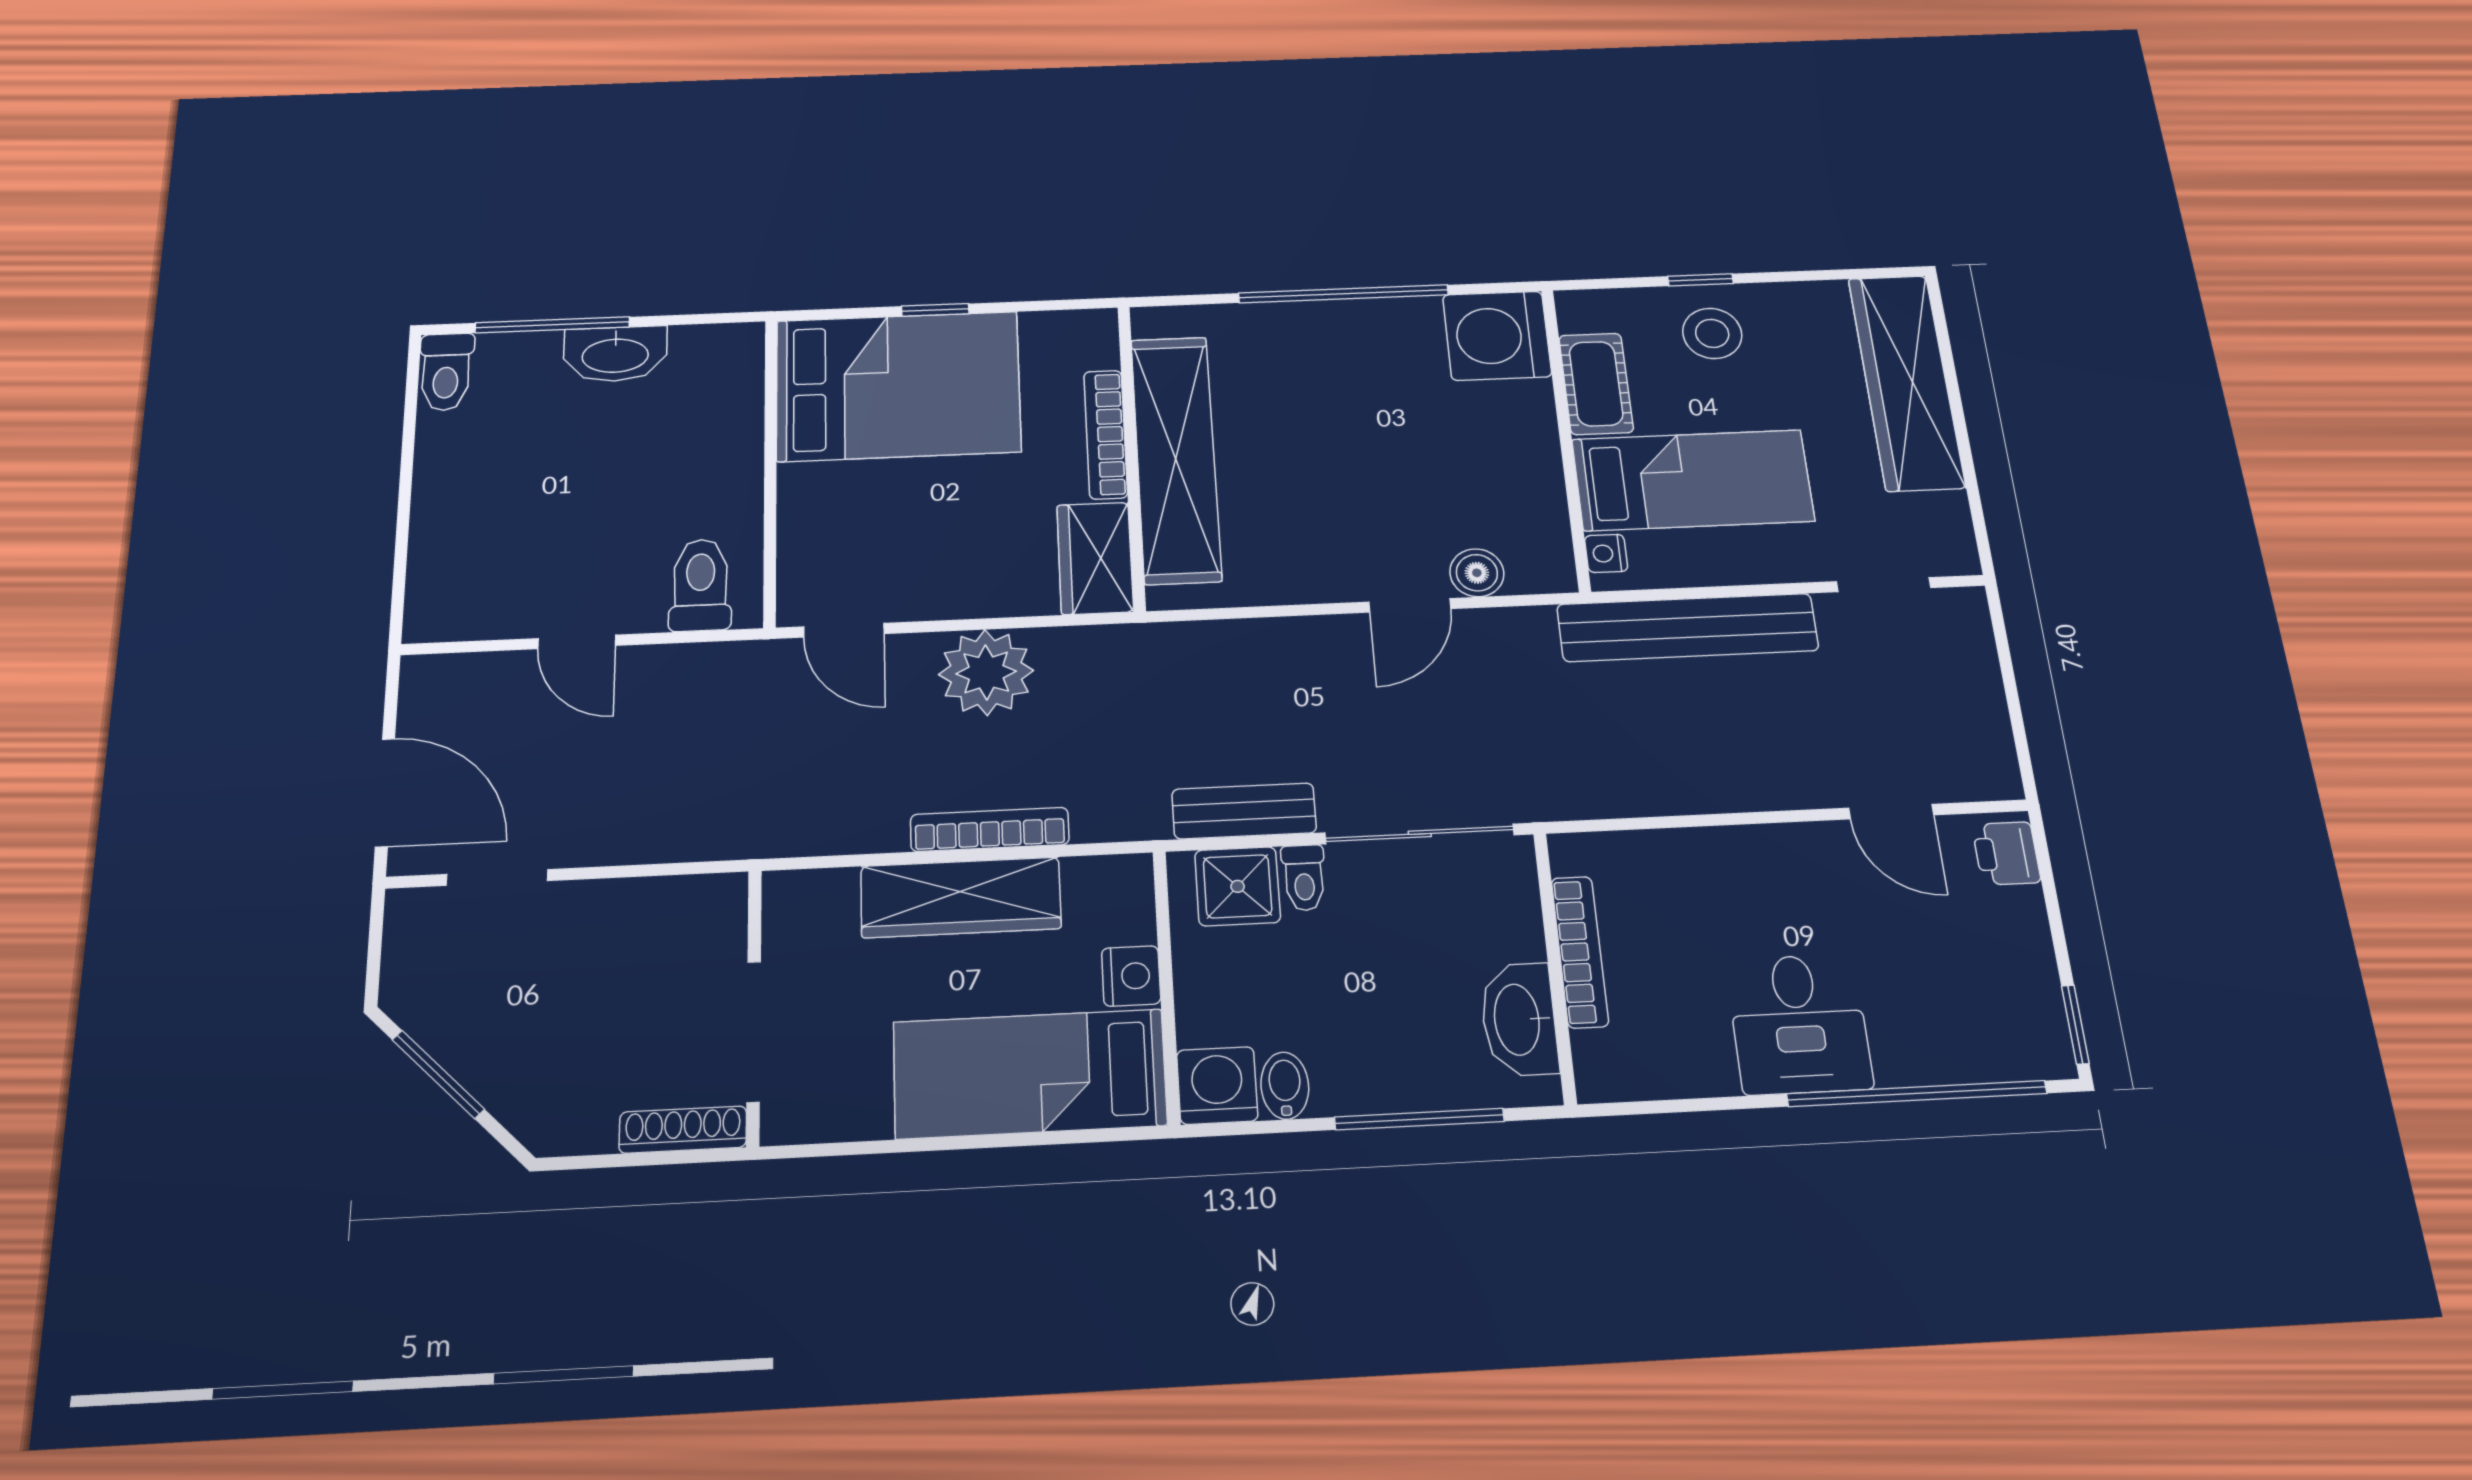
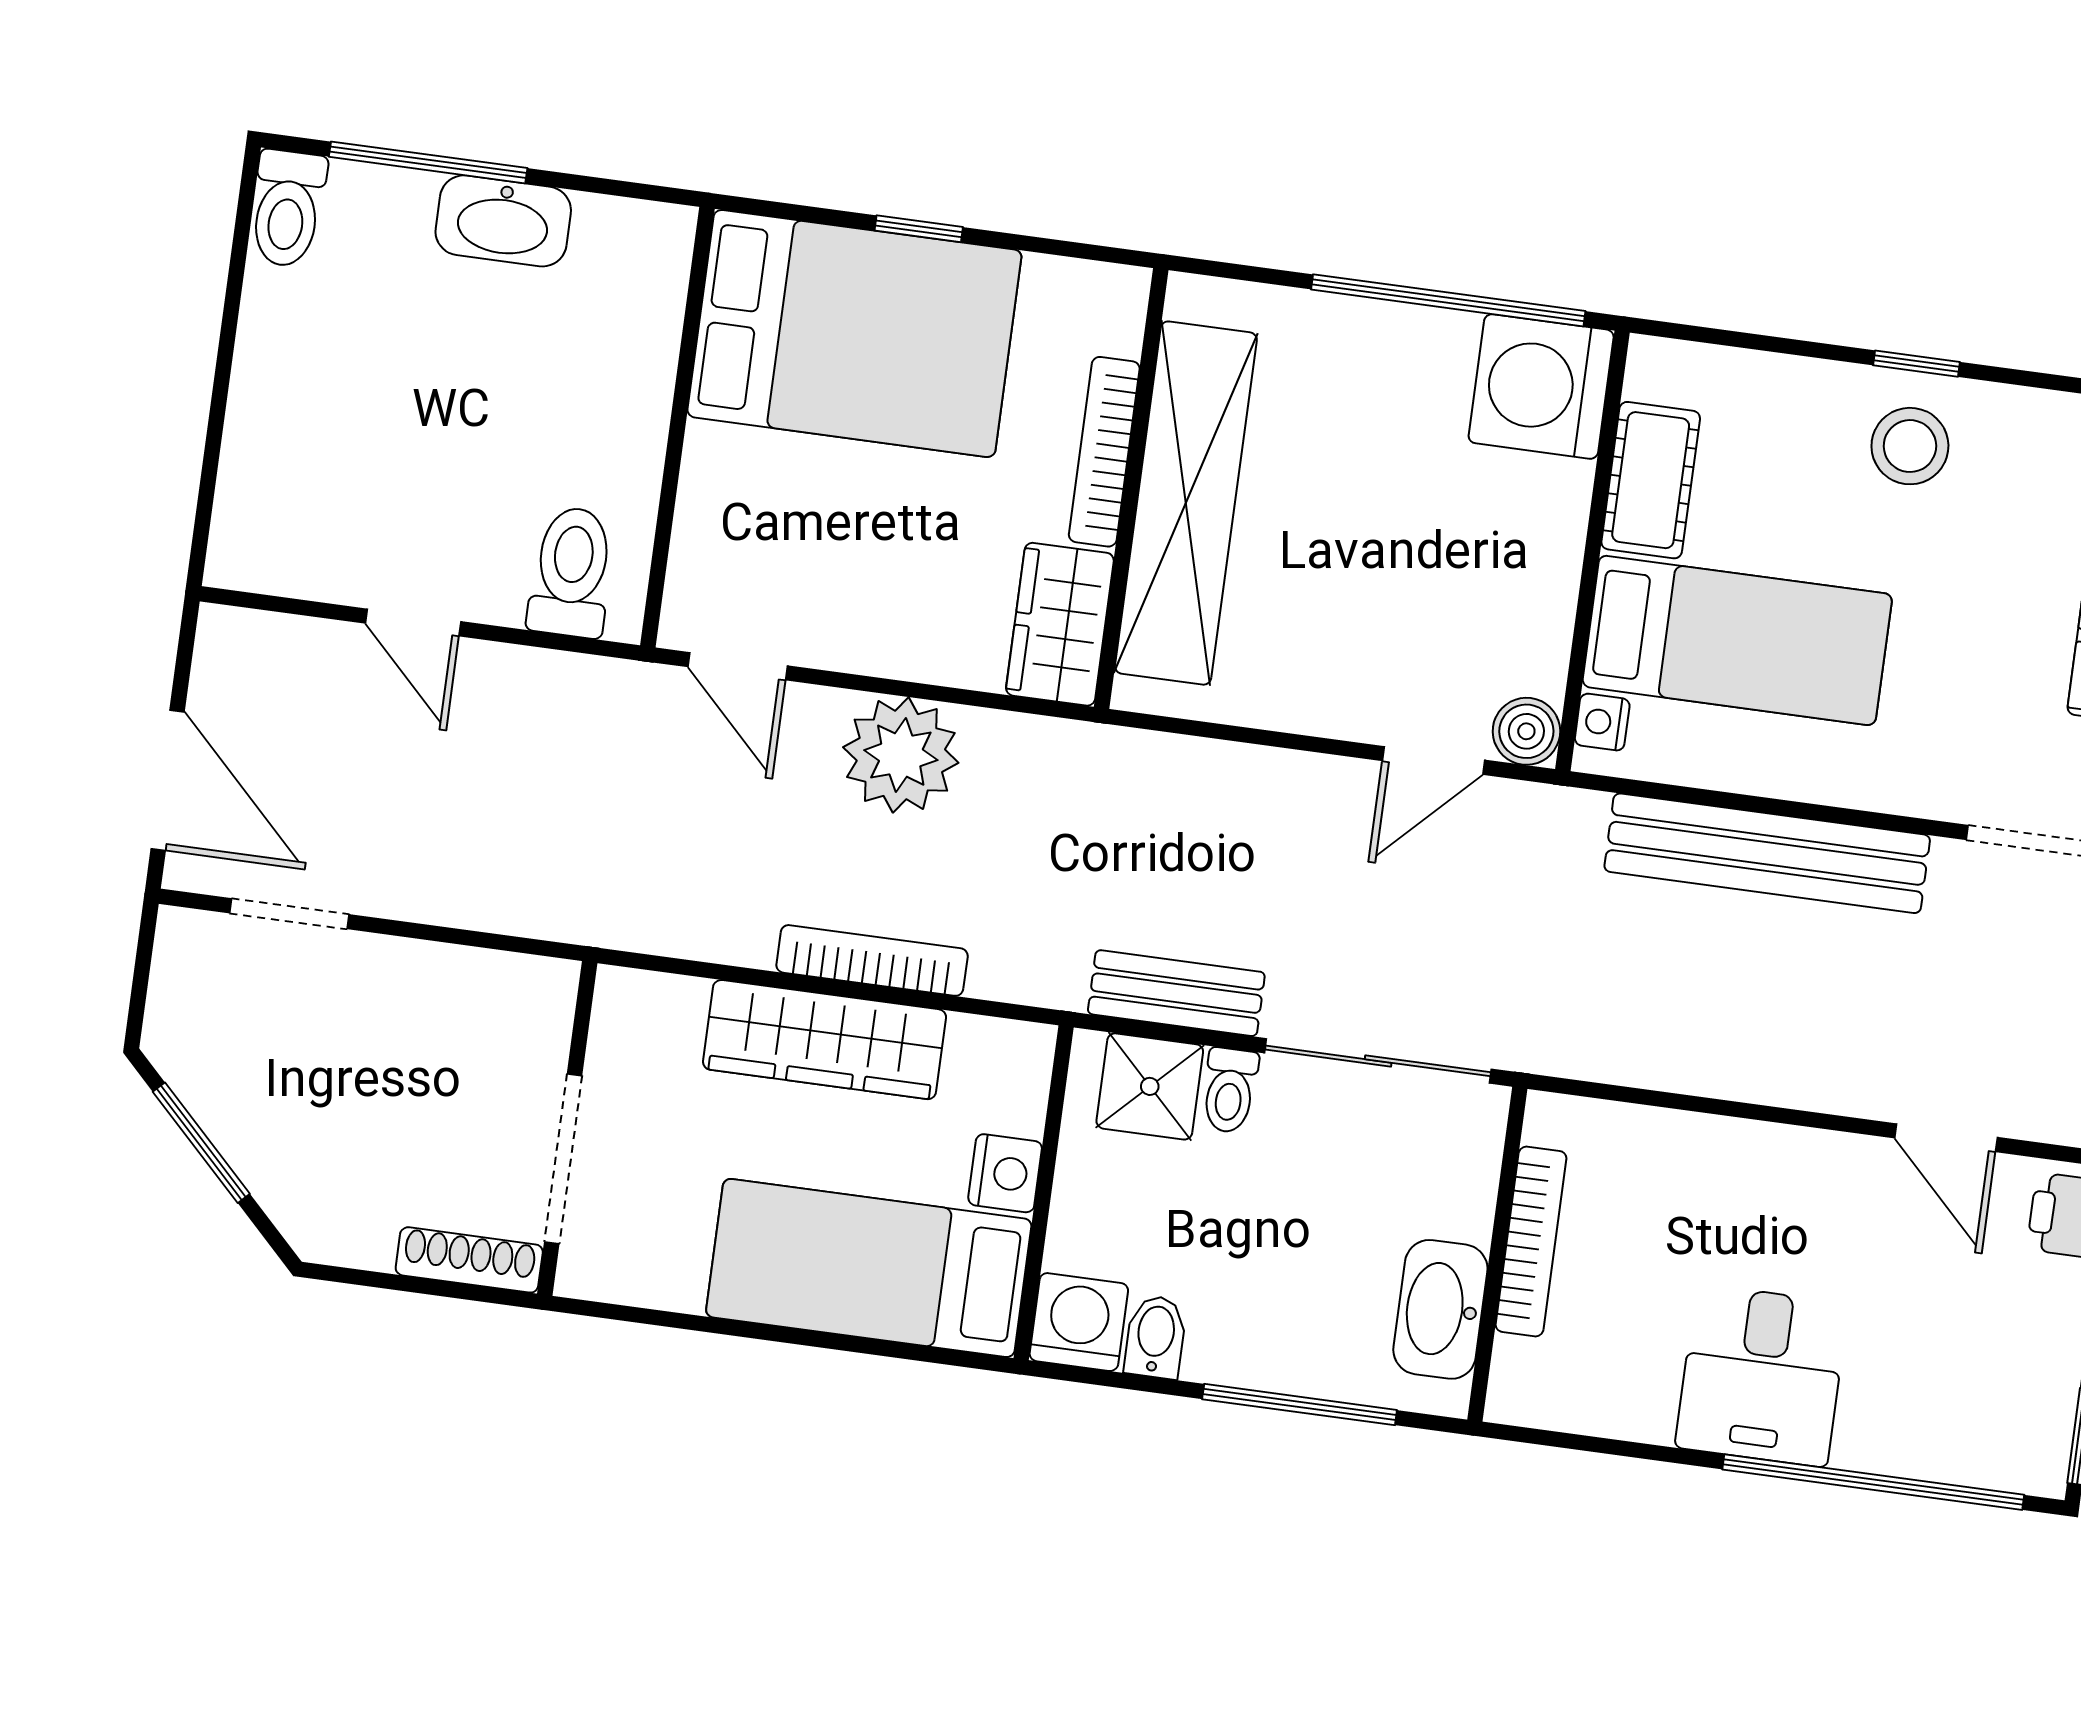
washing machine: (1497, 336) -> (1541, 386), moved
cot: (1596, 384) -> (1651, 480), moved
wall: (1566, 438) -> (1592, 551), moved
bed: (1693, 480) -> (1737, 640), moved
nightstand: (1606, 553) -> (1602, 722), moved

